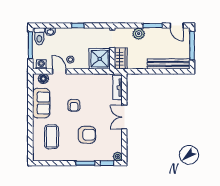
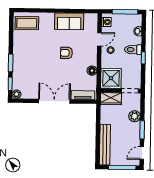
toilet: (39, 36) -> (133, 50), moved
floor lamp: (43, 79) -> (92, 71), moved
double door: (124, 117) -> (54, 101), width x1.37
armchair: (87, 135) -> (38, 65), removed
coffee table: (52, 137) -> (27, 23), moved

